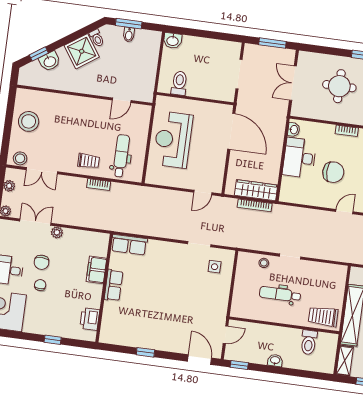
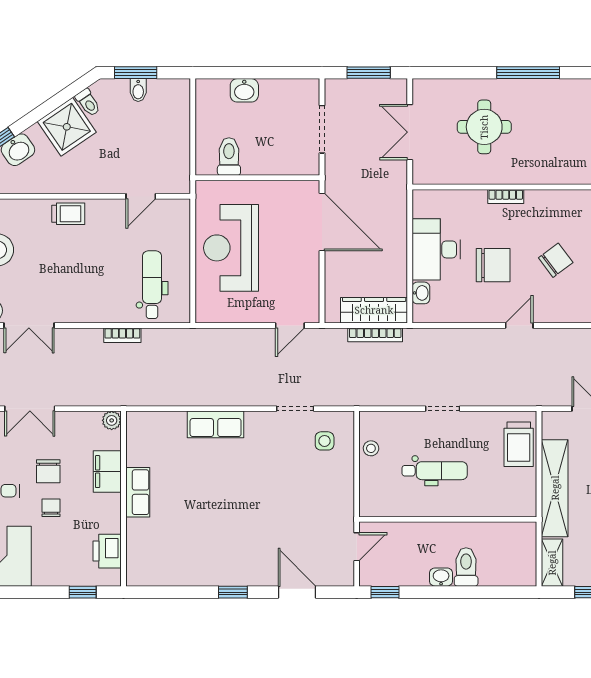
washbasin: (173, 41) -> (244, 90), moved
washbasin: (294, 130) -> (421, 293), moved
trolley: (89, 161) -> (68, 214), moved
double door: (35, 222) -> (30, 409), swing flipped
plant: (57, 232) -> (112, 420), moved
row of seats: (129, 245) -> (216, 424), moved
stool: (264, 263) -> (371, 448), moved
filing cabinet: (96, 270) -> (107, 472), moved
row of seats: (114, 285) -> (138, 492), moved
wall: (104, 288) -> (123, 499), moved
dental chair: (280, 294) -> (435, 471), turned 180
trolley: (323, 316) -> (519, 444), moved, turned -90
printer: (90, 319) -> (107, 551), moved
toilet: (309, 342) -> (466, 567), moved, turned 180
door: (200, 360) -> (297, 592), moved

